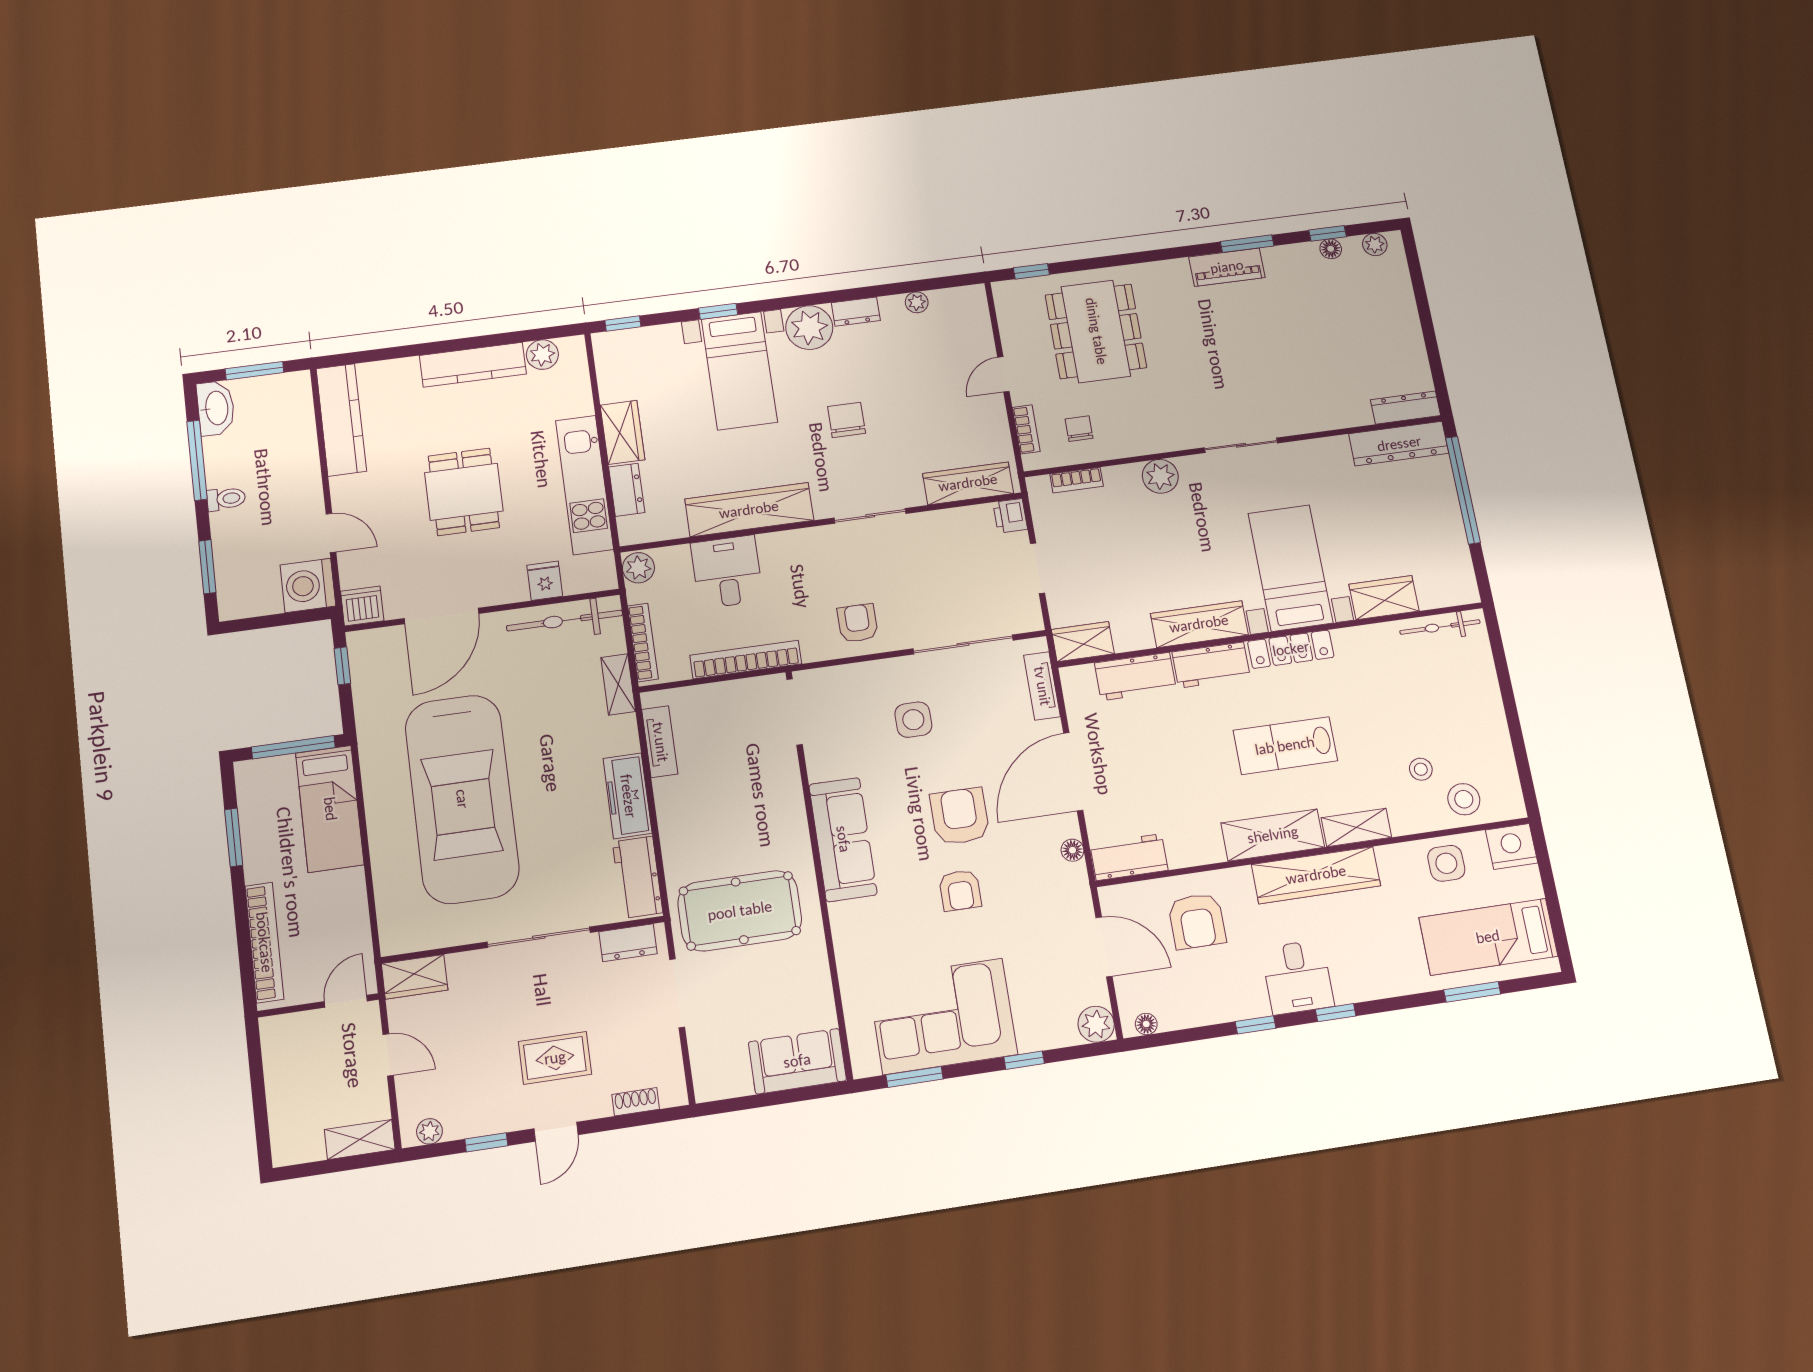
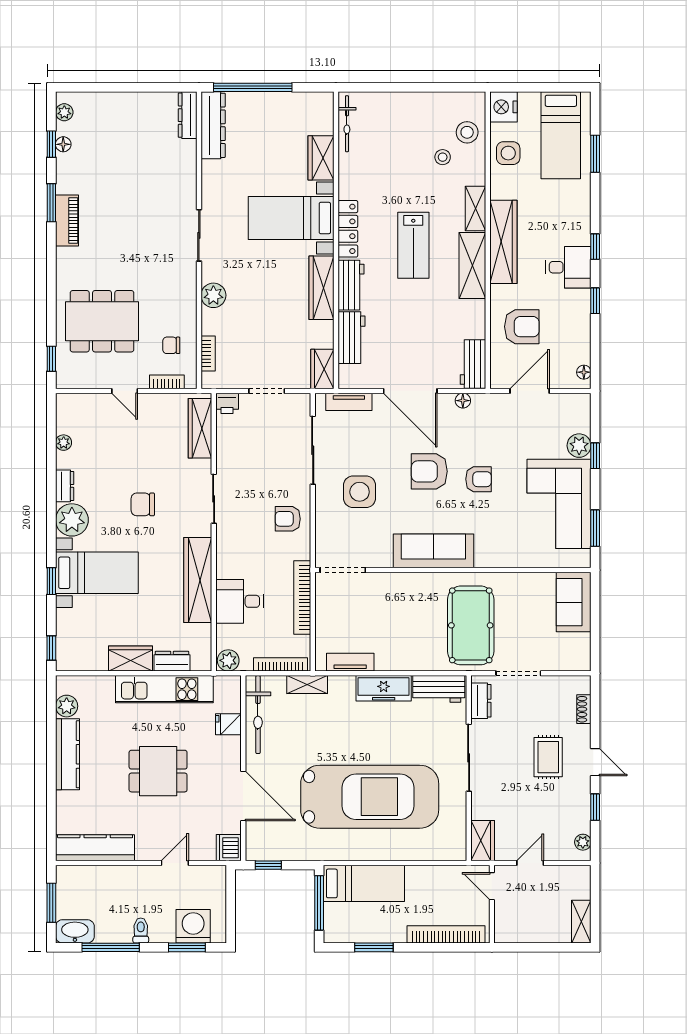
washing machine: (308, 585) -> (193, 926), moved, turned 180
side table: (913, 720) -> (360, 492), width x1.37, depth x1.37
plant: (1096, 1024) -> (579, 446), moved
shelving: (360, 1140) -> (581, 922), moved

